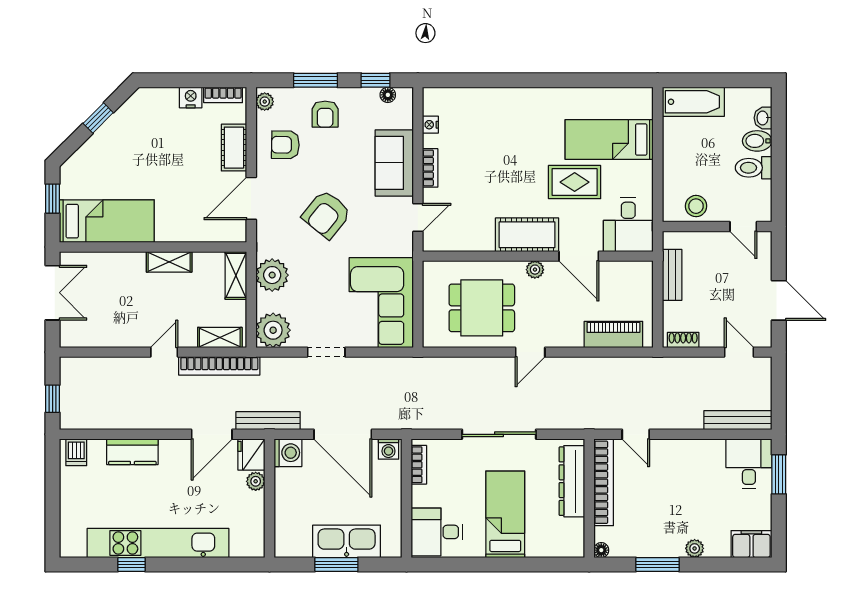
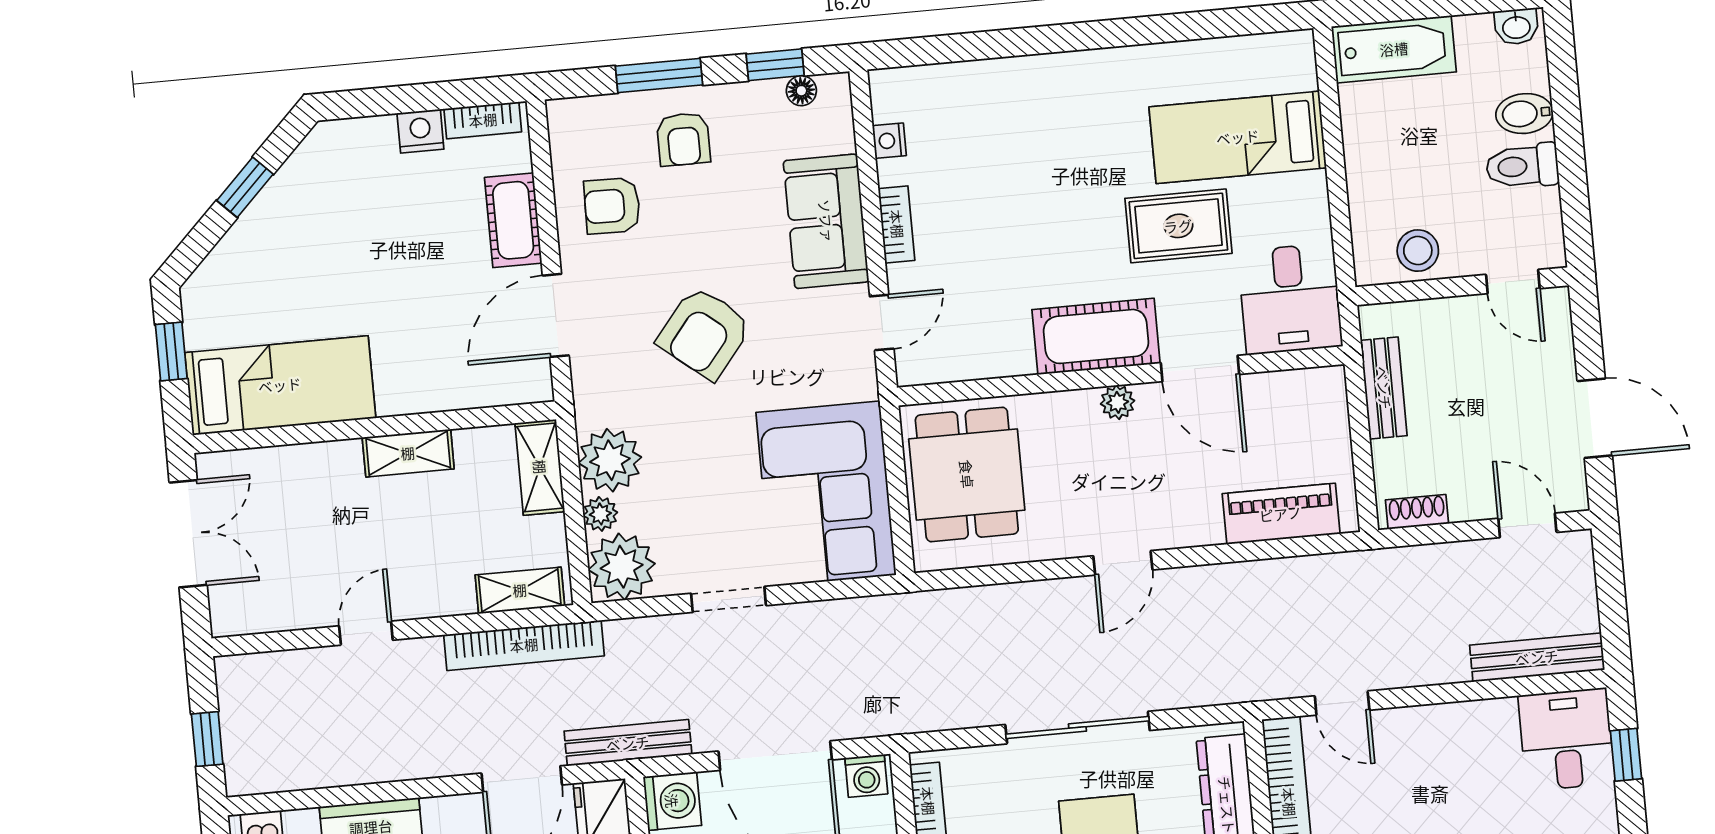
plant: (265, 102) -> (600, 514), moved
washbasin: (763, 118) -> (1516, 27), moved, turned -90
dining table: (482, 308) -> (967, 474), moved, turned 90
door: (164, 352) -> (366, 633), moved
window: (779, 474) -> (1626, 755), width x0.67

